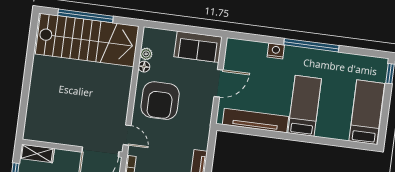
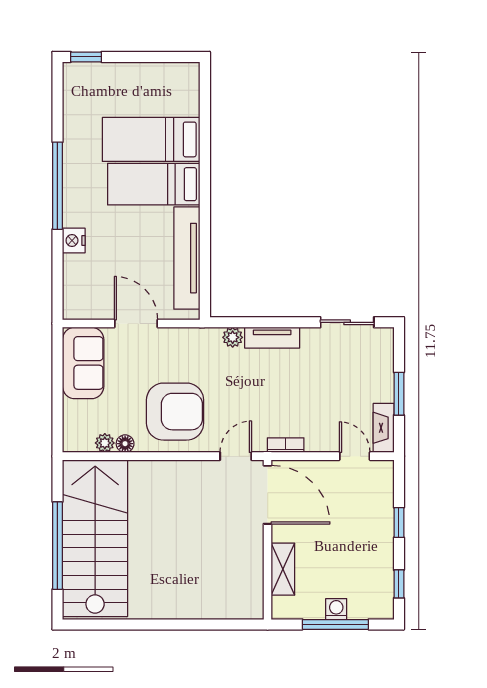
bed: (367, 112) -> (151, 139), moved
plant: (202, 143) -> (233, 337), added
shelving: (37, 153) -> (283, 569), moved

